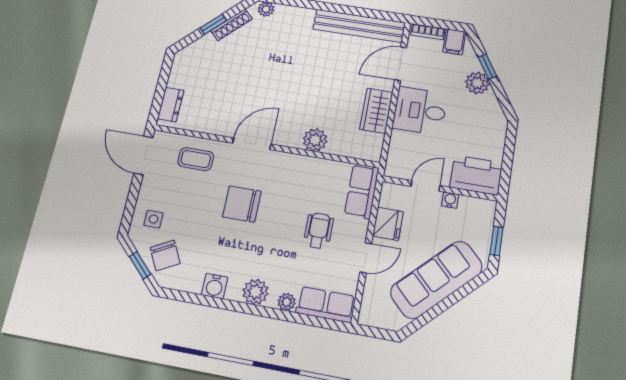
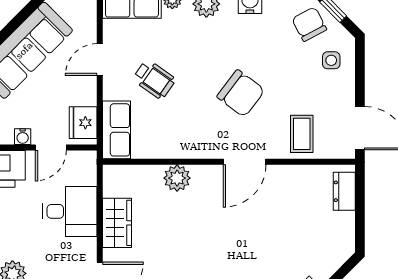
desk: (420, 111) -> (70, 211), moved
coffee table: (196, 159) -> (302, 134), turned 90
chair: (242, 204) -> (241, 93), turned 37
fridge: (388, 224) -> (83, 123), moved
wheelchair: (318, 231) -> (154, 79), turned -55

